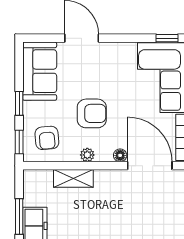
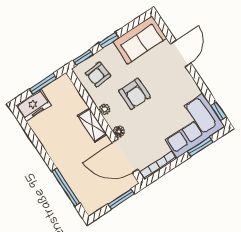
door: (150, 166) -> (125, 156), swing flipped
shelving: (73, 178) -> (92, 125), moved
window: (19, 216) -> (43, 84), moved

